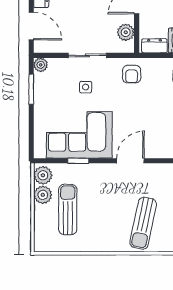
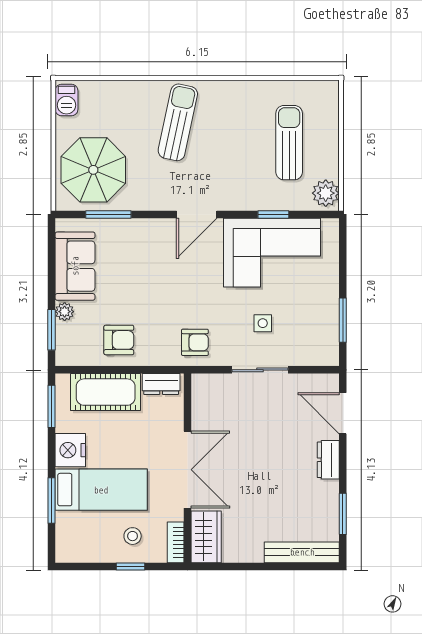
plant: (126, 32) -> (204, 404), removed
plant: (41, 65) -> (329, 356), removed
armchair: (132, 74) -> (195, 342), turned 90
plant: (43, 195) -> (326, 164), removed
sun lounger: (68, 209) -> (289, 143), turned 180

